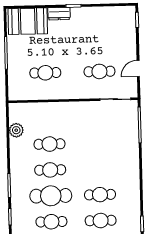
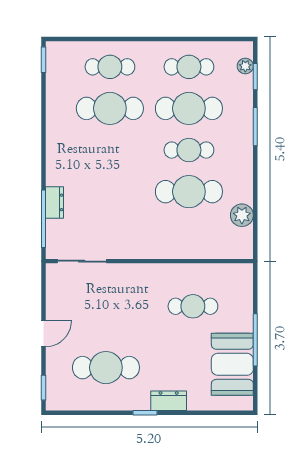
booth: (28, 21) -> (232, 364), moved, turned 90
door: (138, 68) -> (44, 334), moved
cafe table: (99, 71) -> (106, 368), moved, width x1.37, depth x1.35
dresser: (133, 135) -> (55, 202), added
cafe table: (50, 144) -> (189, 192), width x1.37, depth x1.35
cafe table: (100, 195) -> (110, 108), width x1.37, depth x1.35
plant: (16, 223) -> (245, 66), added

